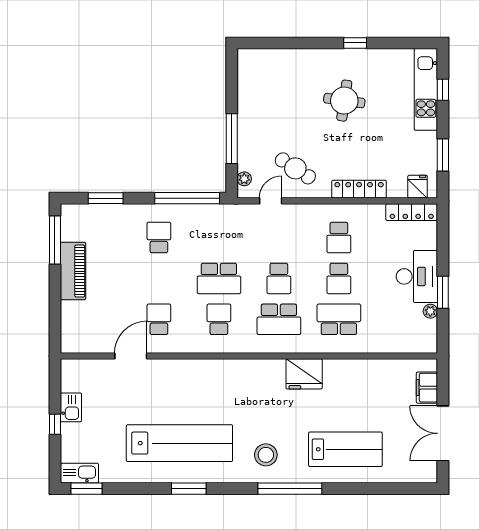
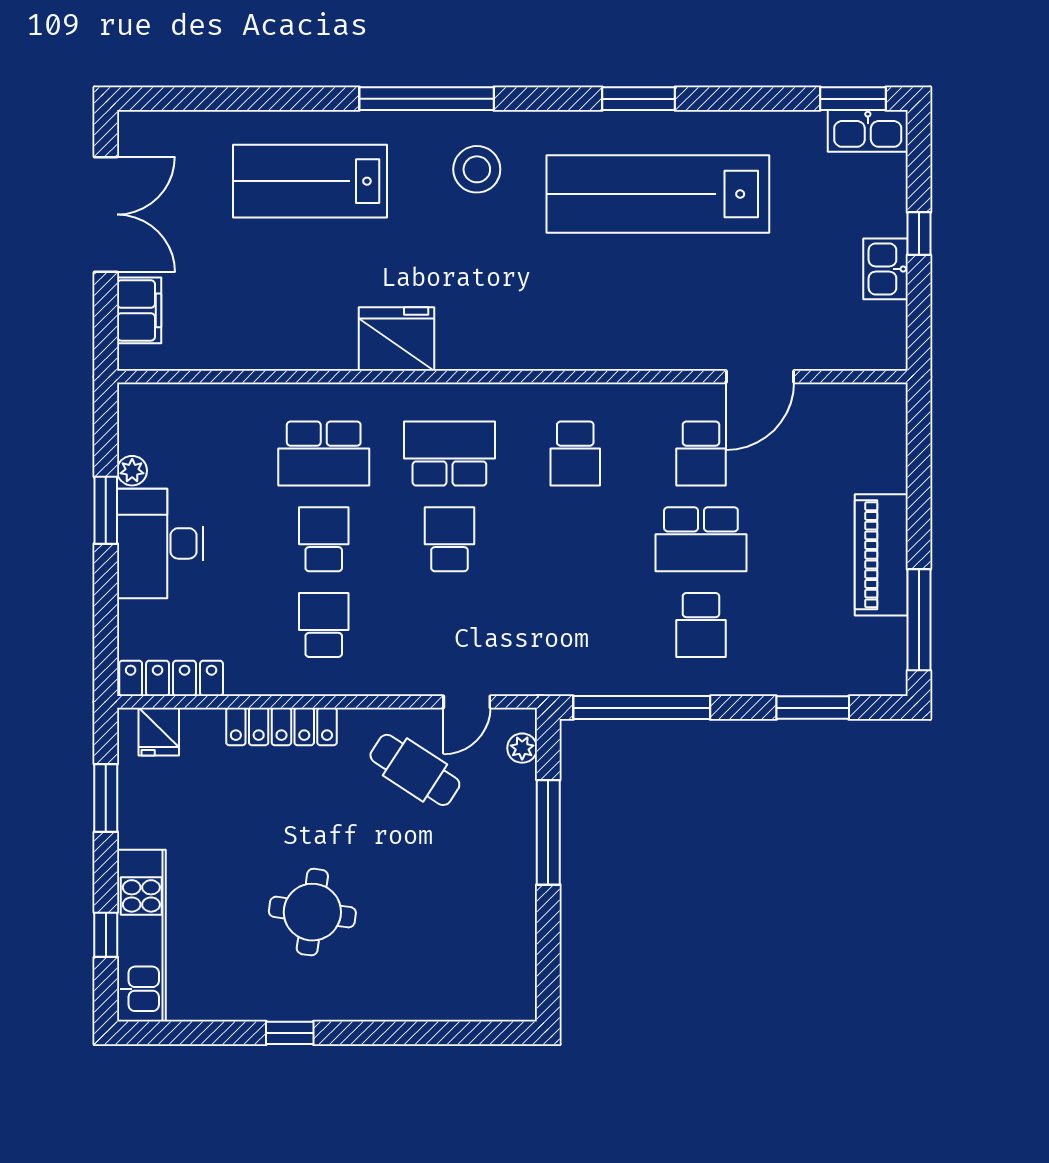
school desk: (219, 278) -> (701, 539), moved, turned 180

